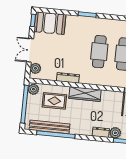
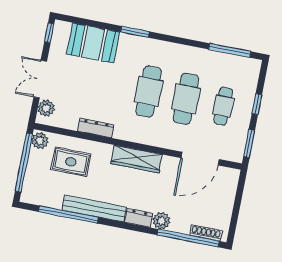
booth: (50, 23) -> (93, 43), moved
wardrobe: (85, 94) -> (137, 159), moved
bench: (50, 127) -> (94, 208), moved

